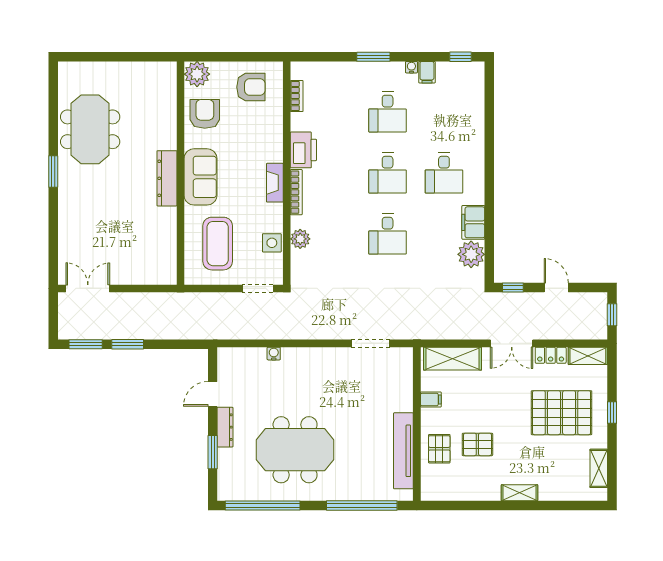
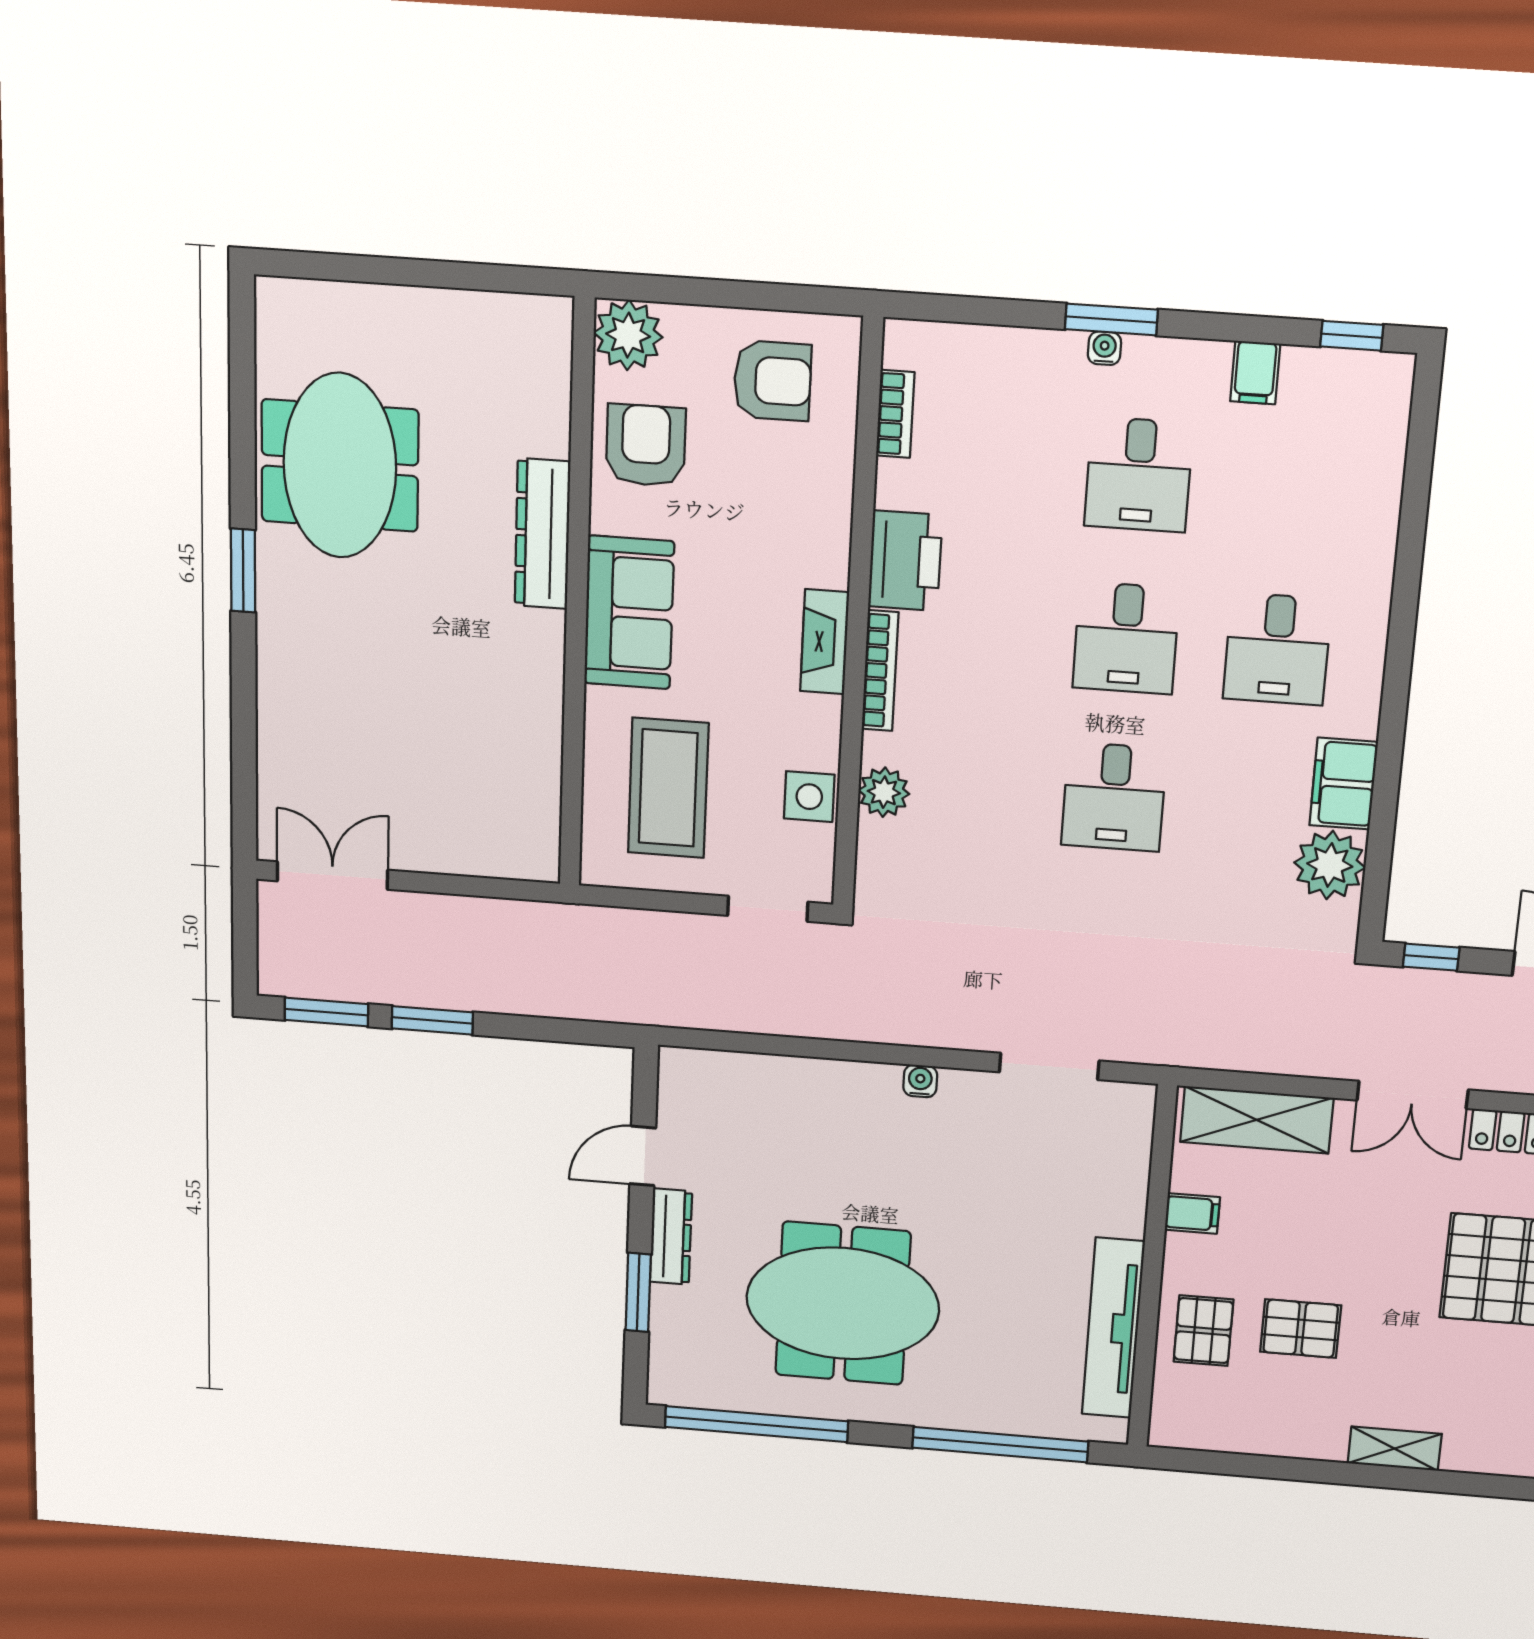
water cooler: (411, 67) -> (1104, 348), moved
dresser: (167, 178) -> (542, 534), moved
water cooler: (274, 354) -> (920, 1081), moved

